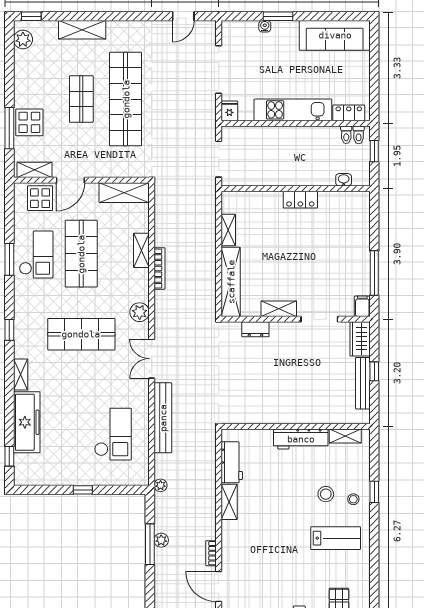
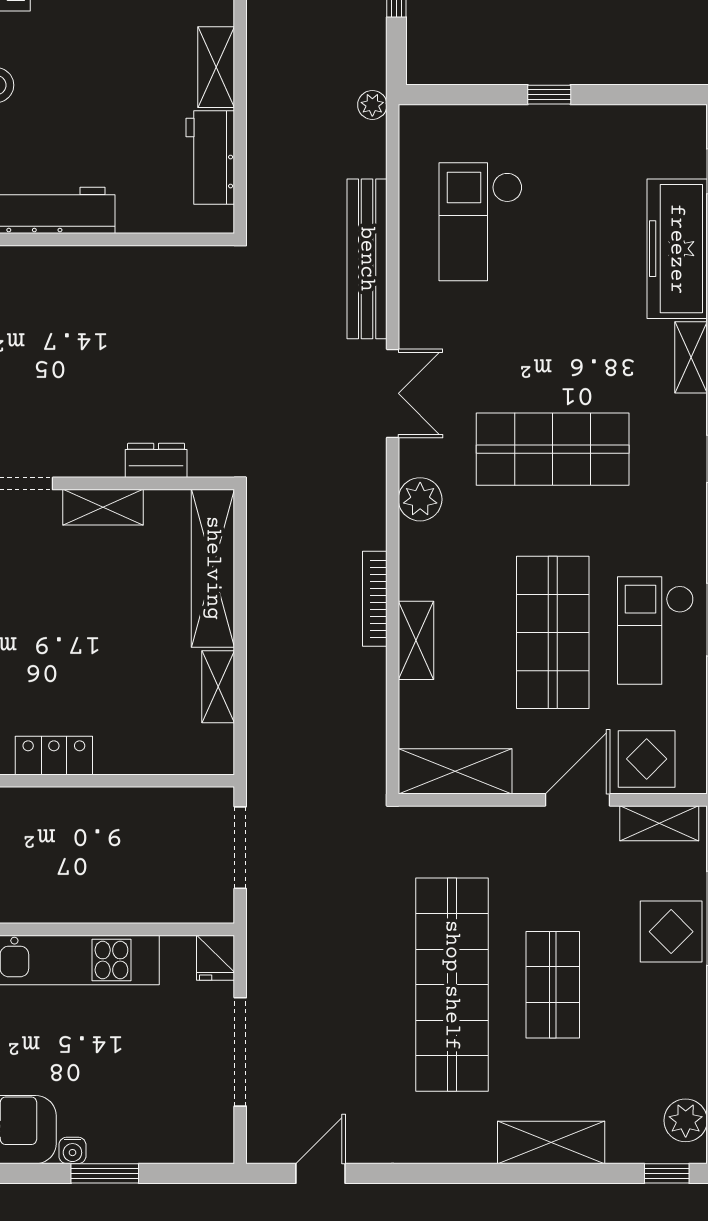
water cooler: (265, 26) -> (72, 1150), moved

